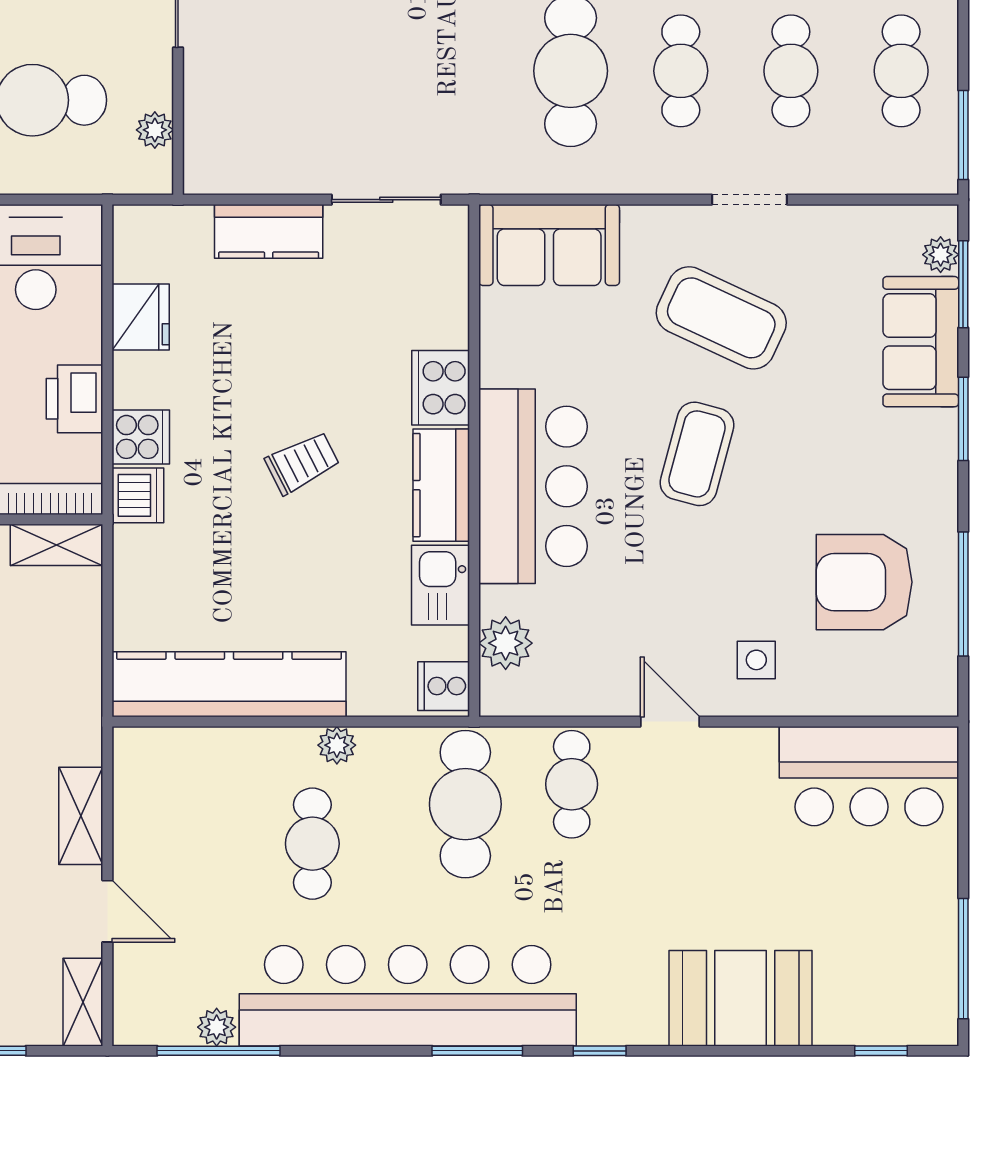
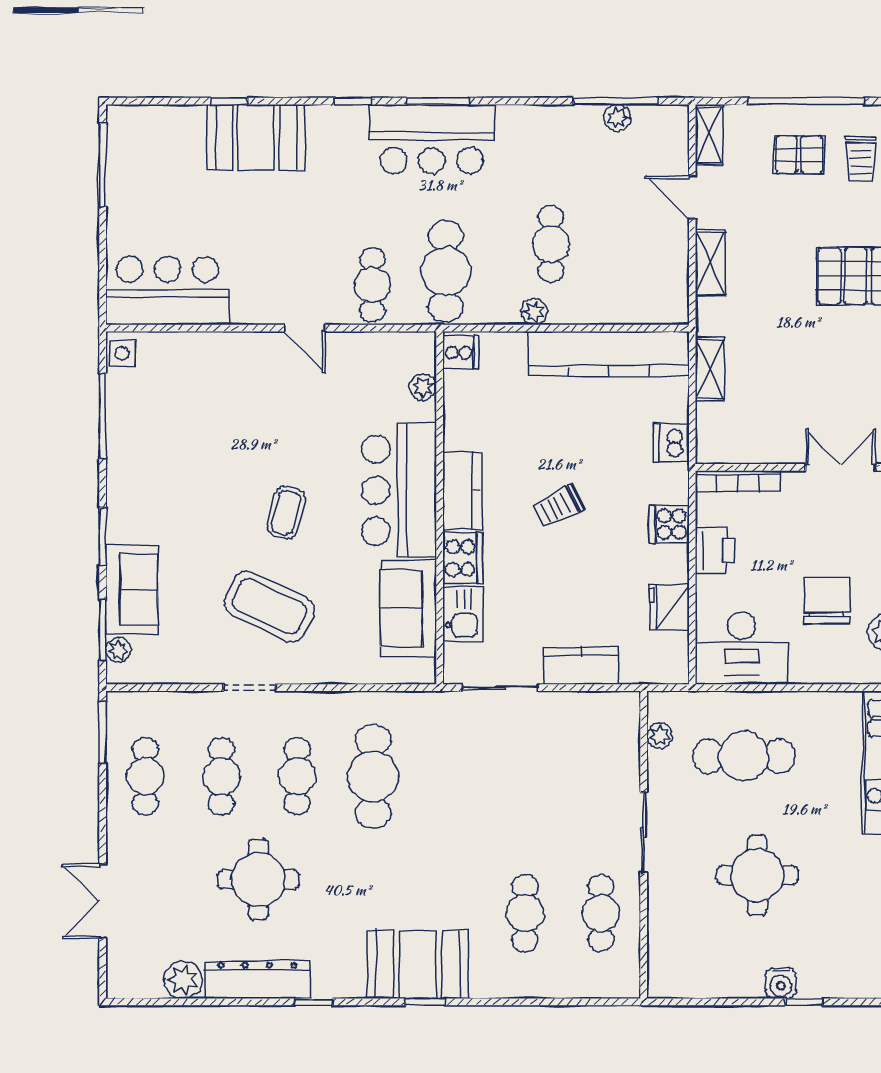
sofa: (549, 245) -> (408, 608), moved, turned -90
coffee table: (697, 454) -> (286, 512), width x0.73, depth x0.77
dishwasher: (138, 495) -> (671, 443), moved
shelving: (57, 545) -> (710, 369), moved, turned 90
armchair: (864, 582) -> (171, 424), removed
kitchen sink: (441, 585) -> (463, 614), moved
plant: (506, 643) -> (423, 387), width x0.73, depth x0.73
side table: (756, 660) -> (122, 354), moved
bar counter: (408, 996) -> (432, 139), width x0.54
window: (881, 1051) -> (229, 101), moved

